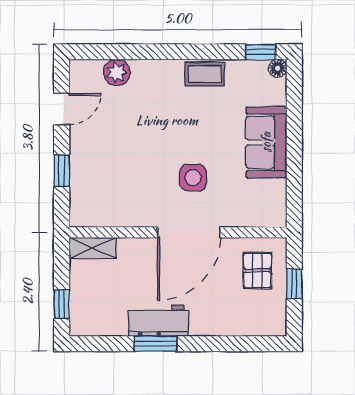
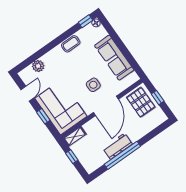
sofa: (266, 142) -> (114, 58), width x1.36
corner sofa: (105, 177) -> (61, 107), added
pallet: (257, 270) -> (141, 102), width x1.50, depth x1.42
window: (62, 304) -> (72, 157), moved
window: (156, 344) -> (122, 155), width x2.11

